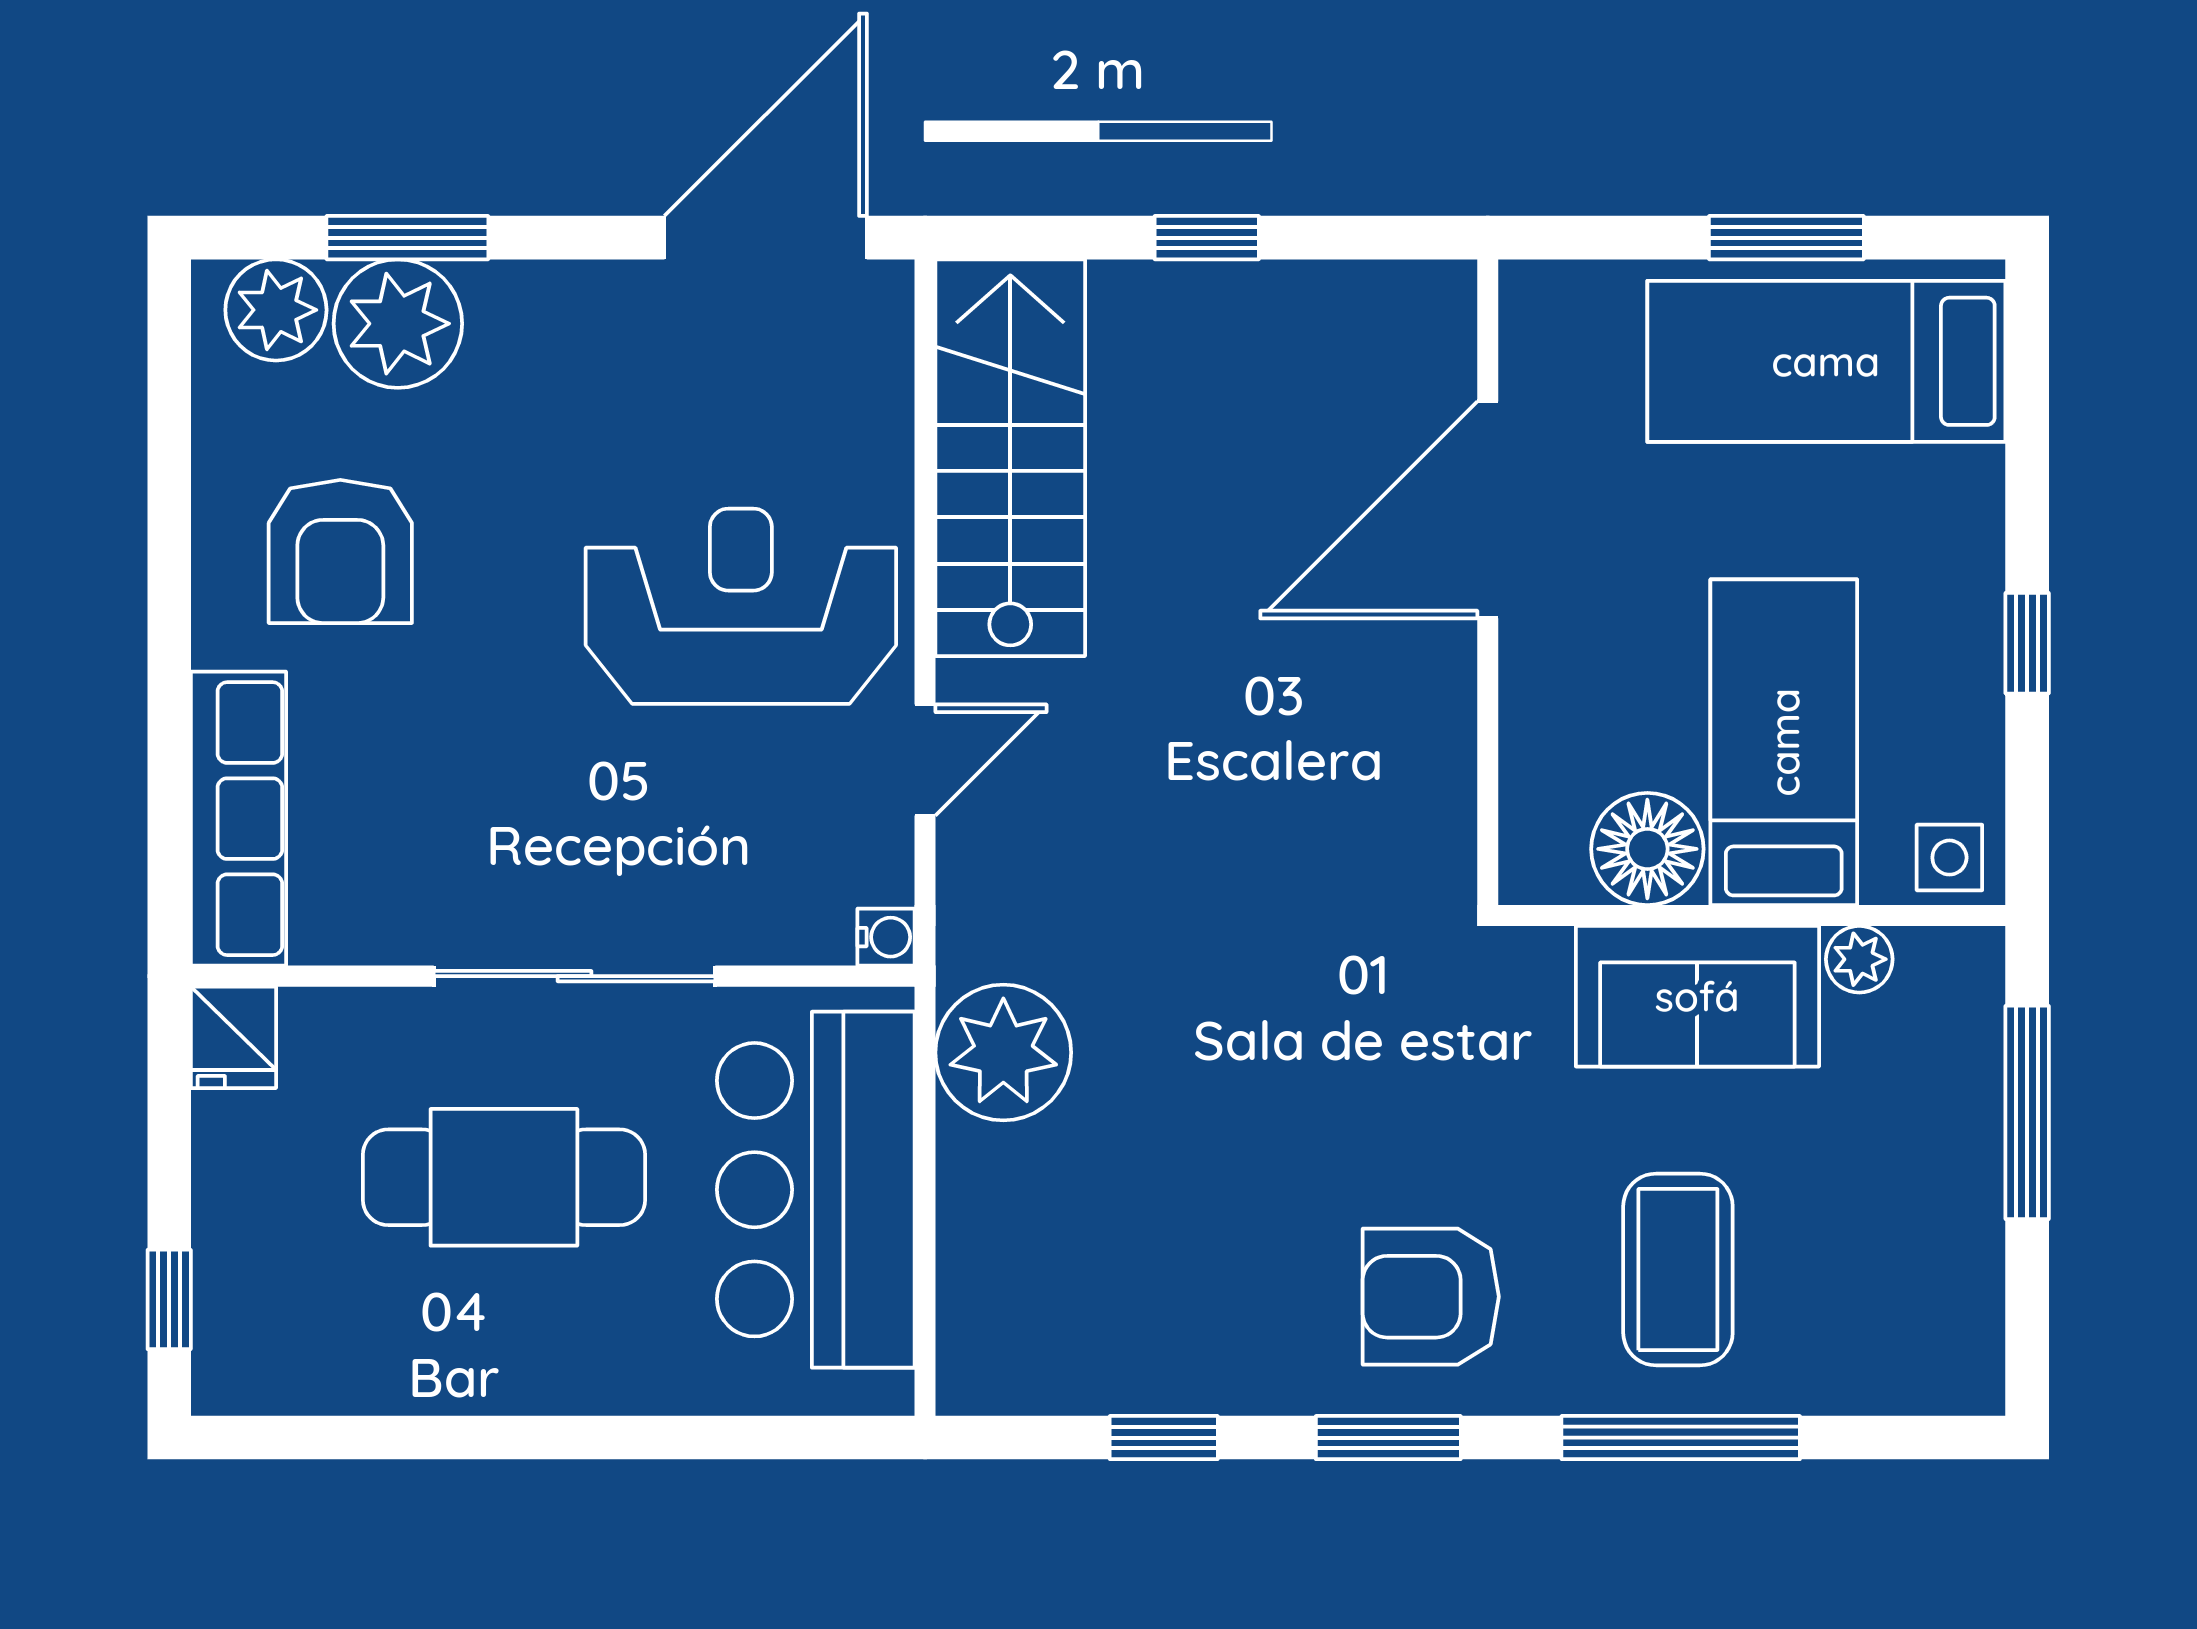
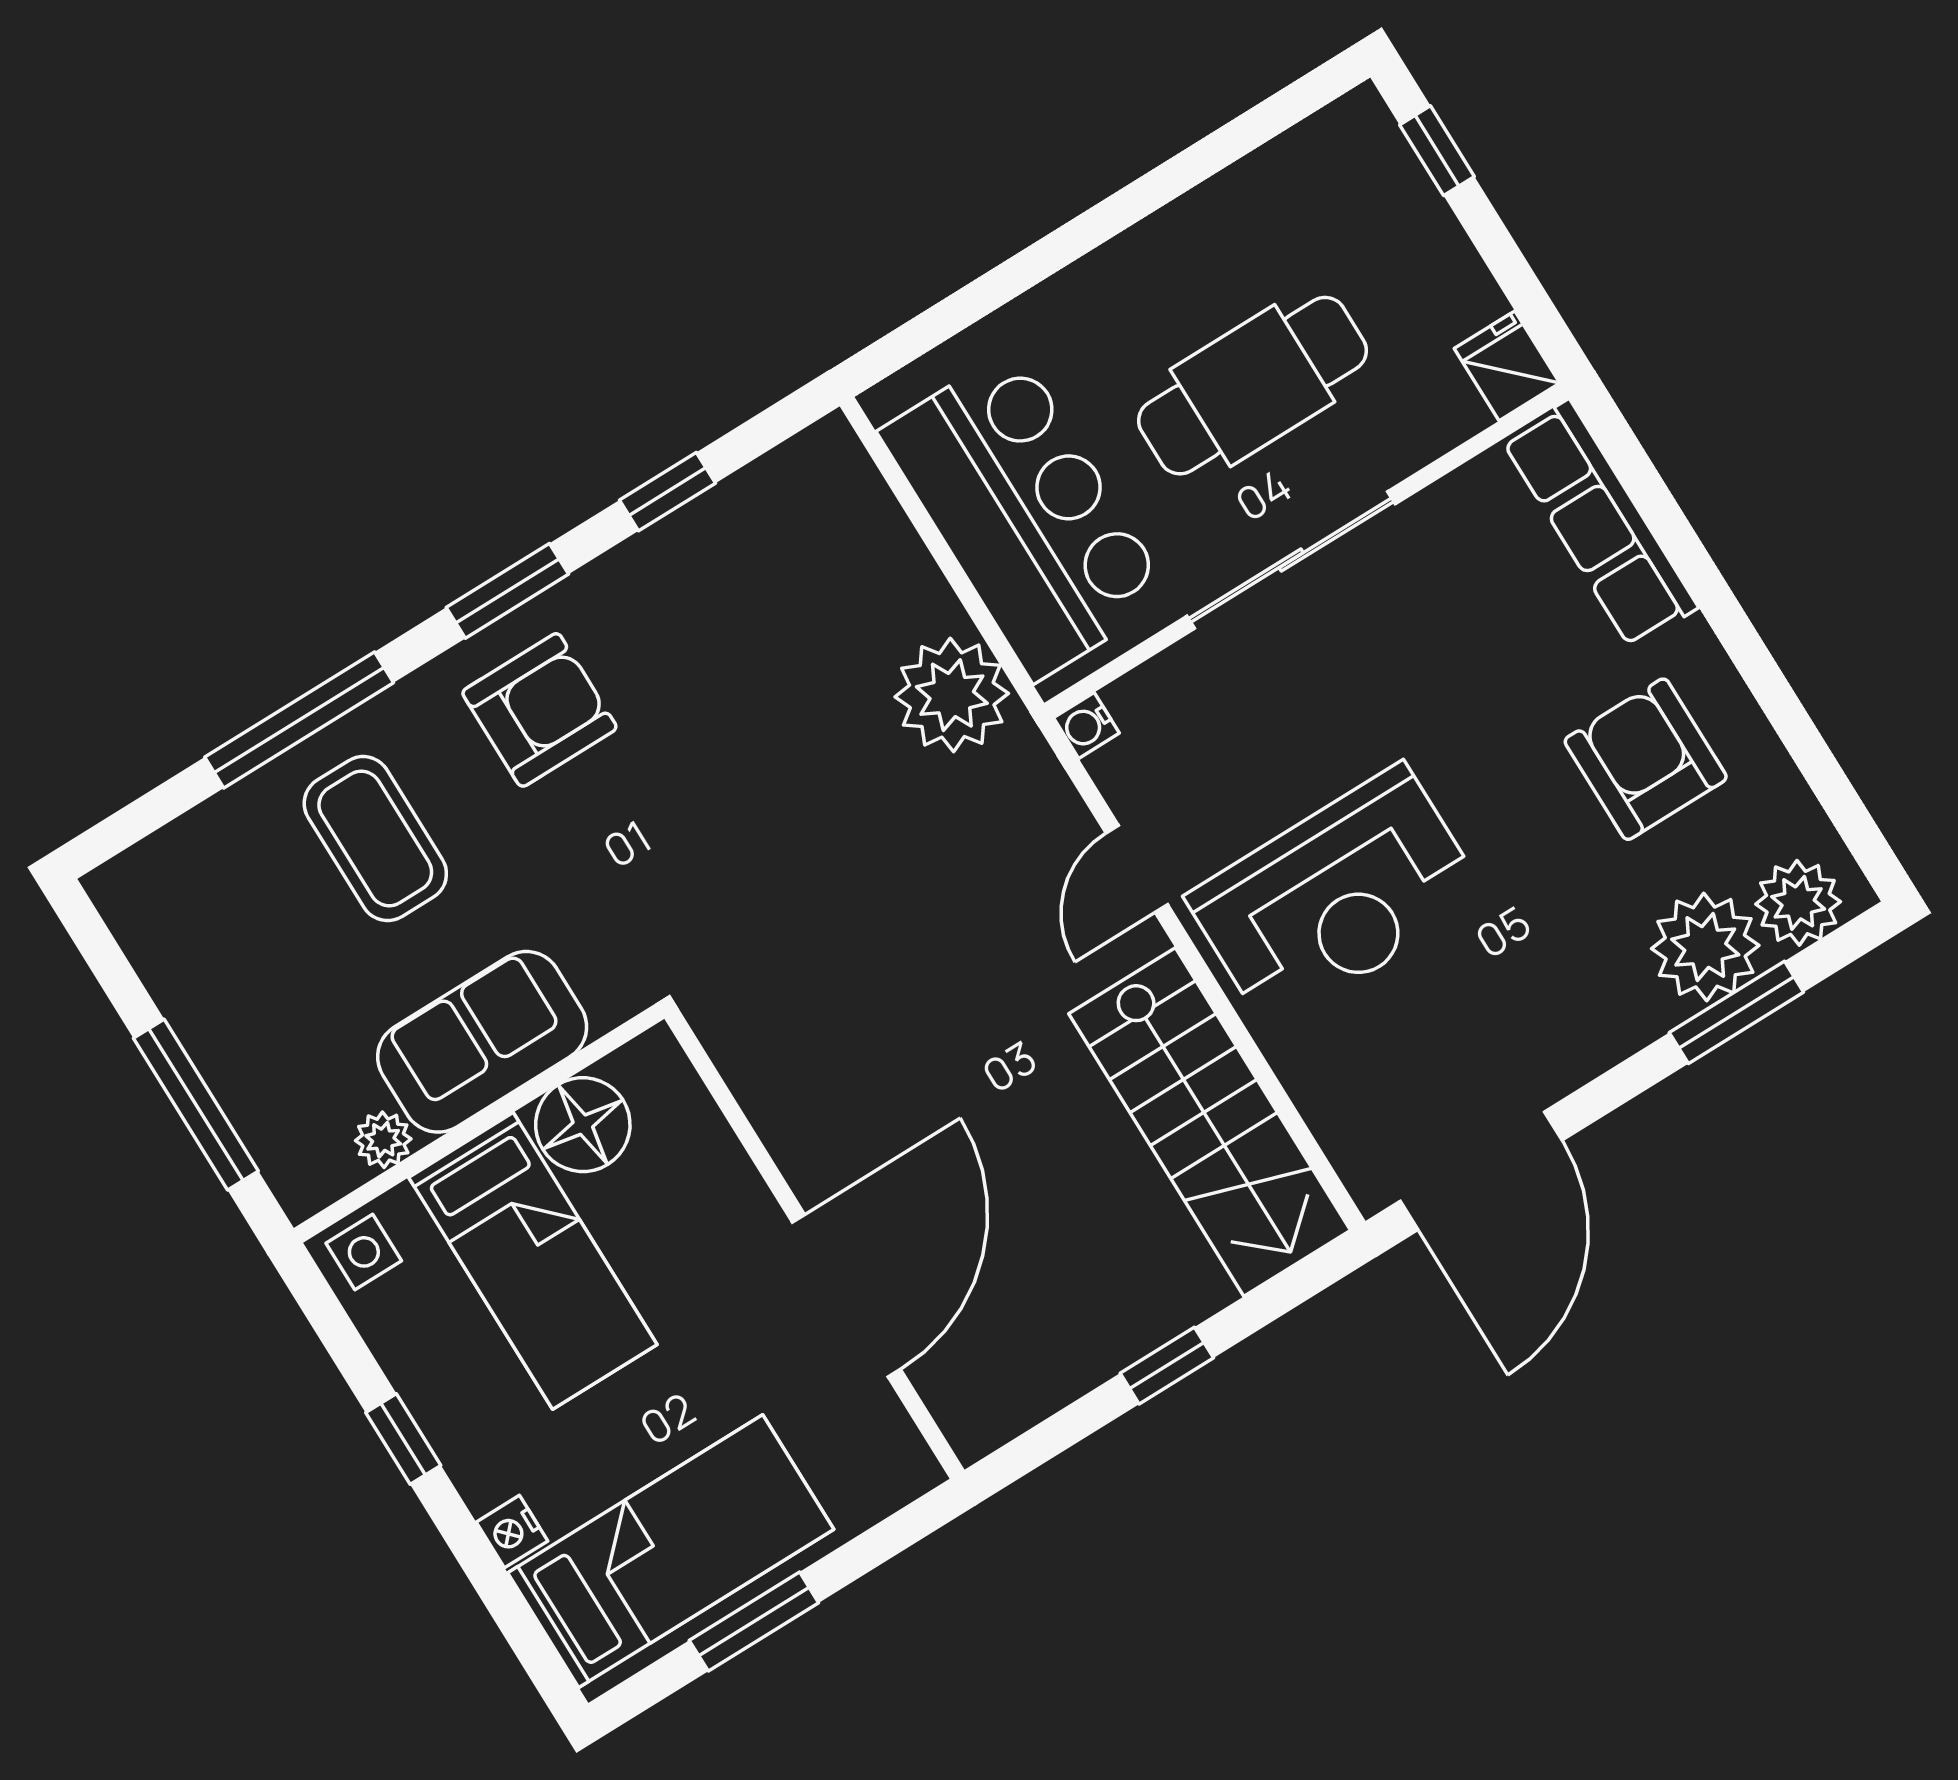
nightstand: (1975, 481) -> (512, 1532), added

